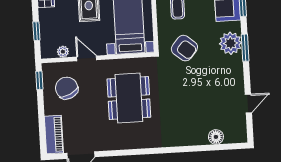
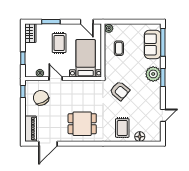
armchair: (184, 48) -> (120, 91), moved
dining table: (129, 98) -> (82, 124), moved, width x0.73
rug: (189, 126) -> (122, 128), added

